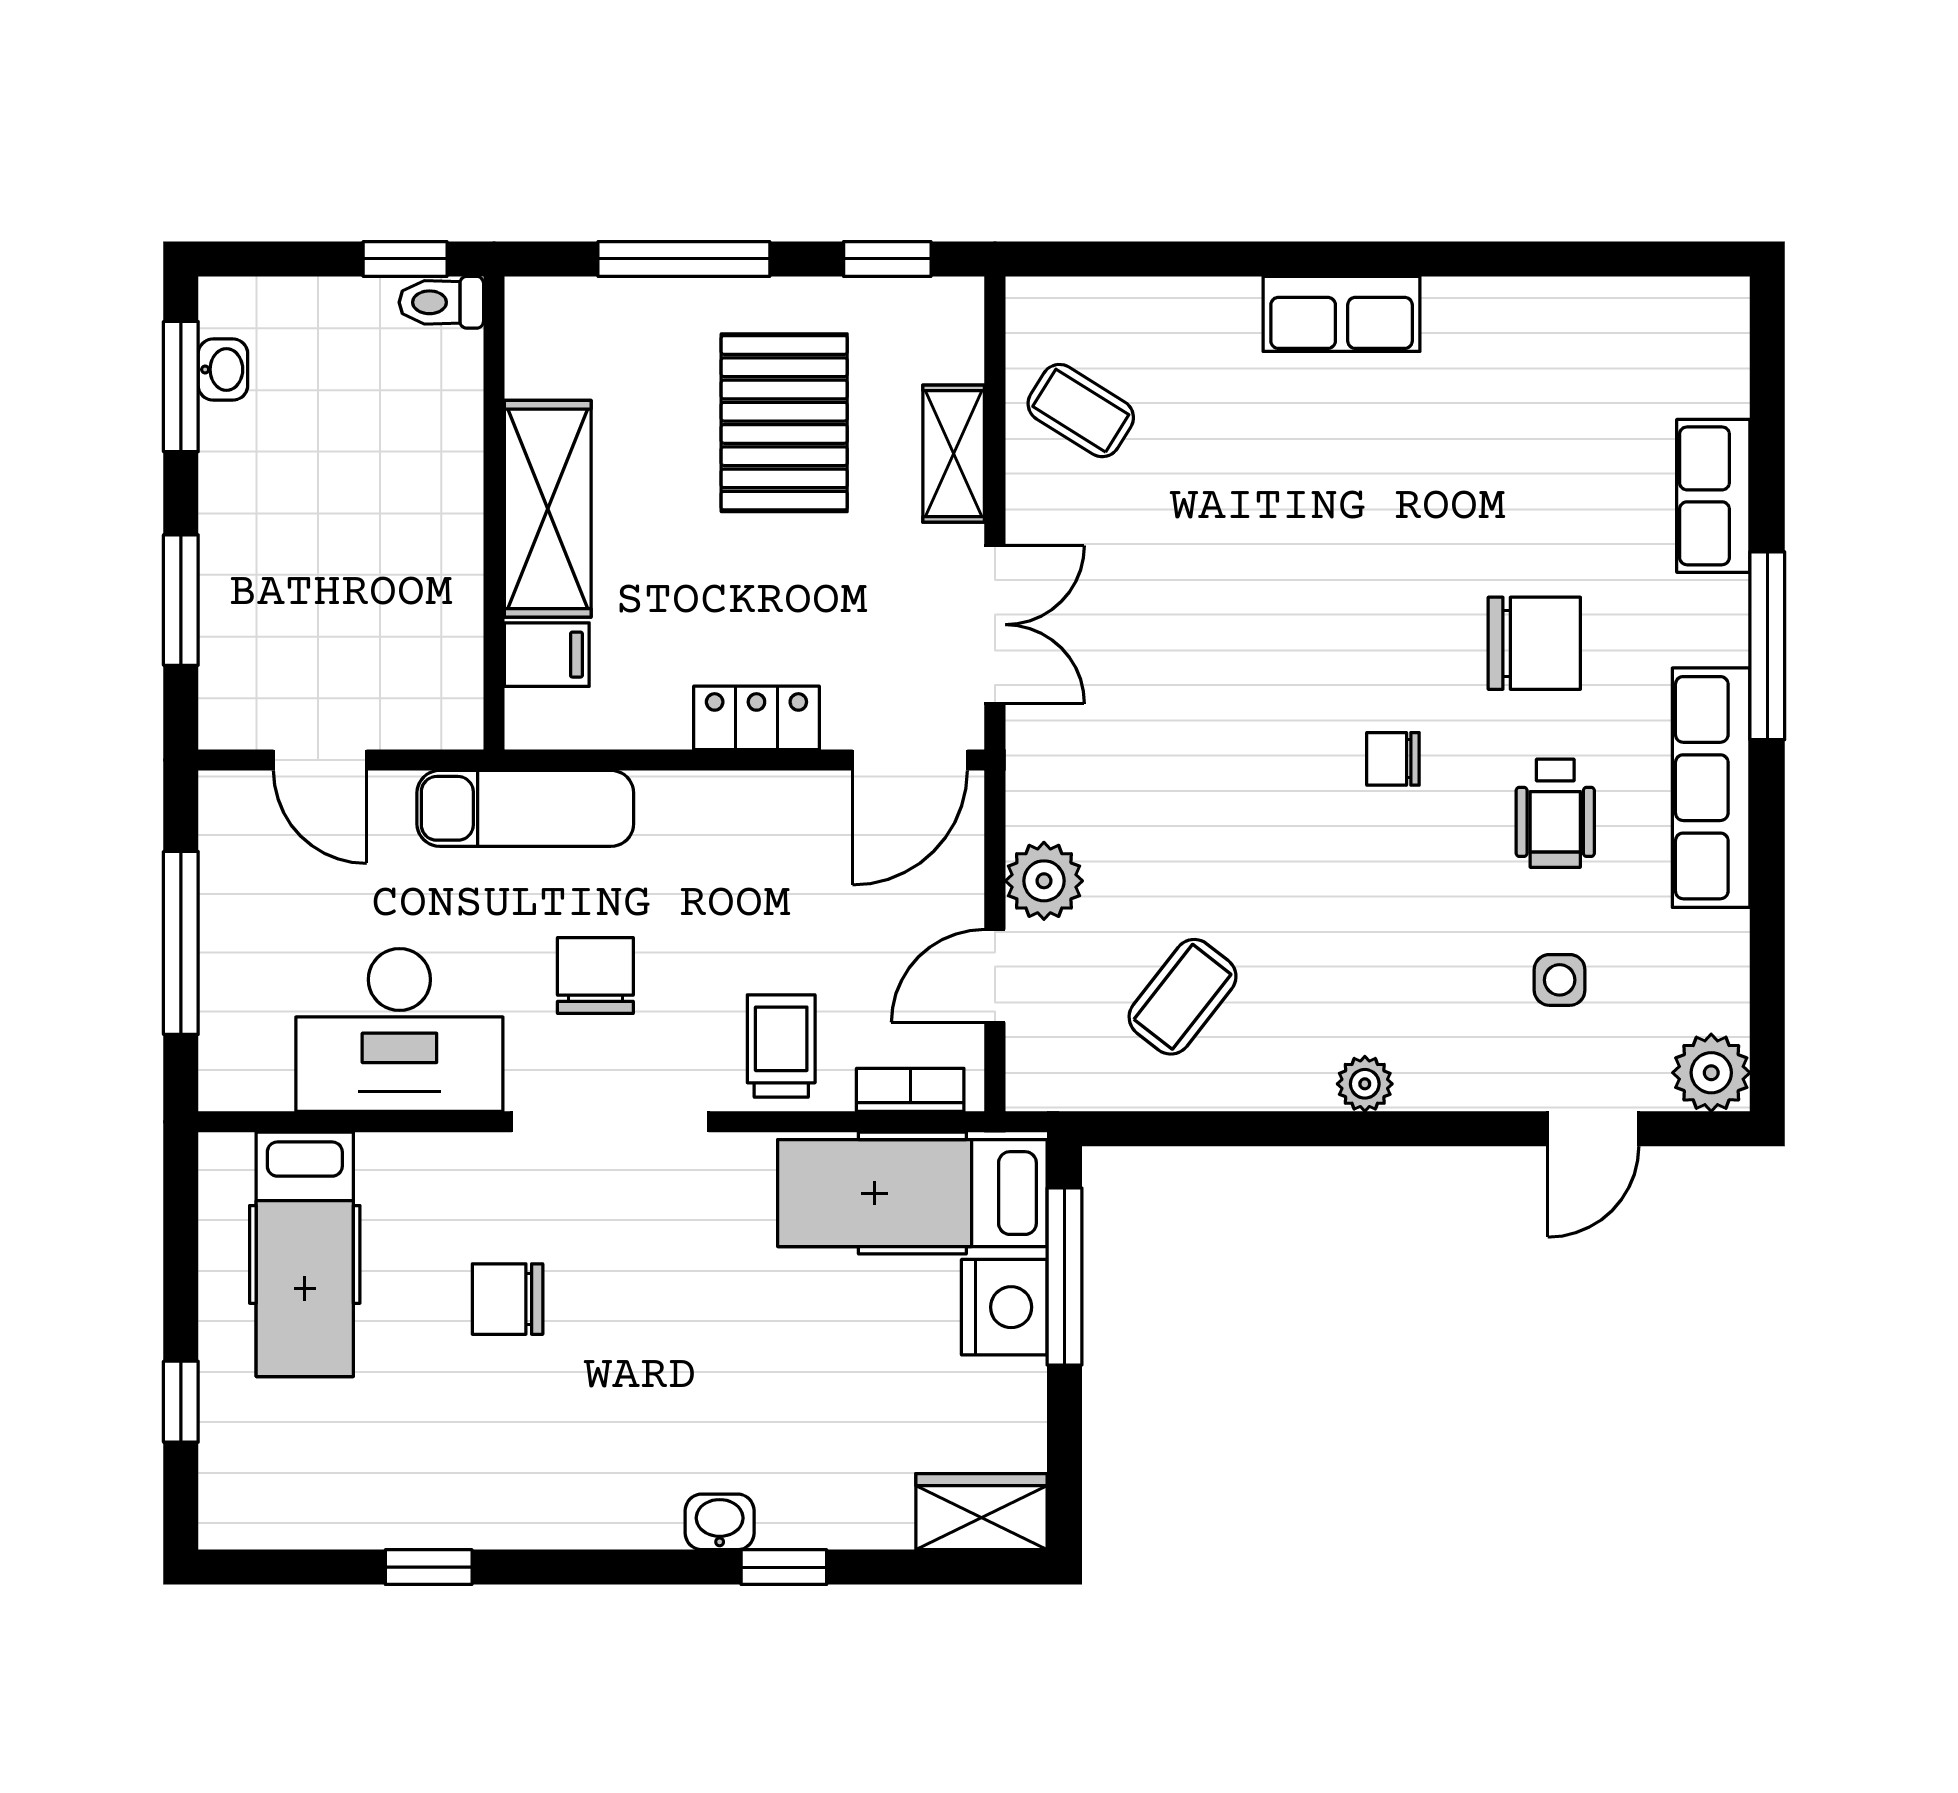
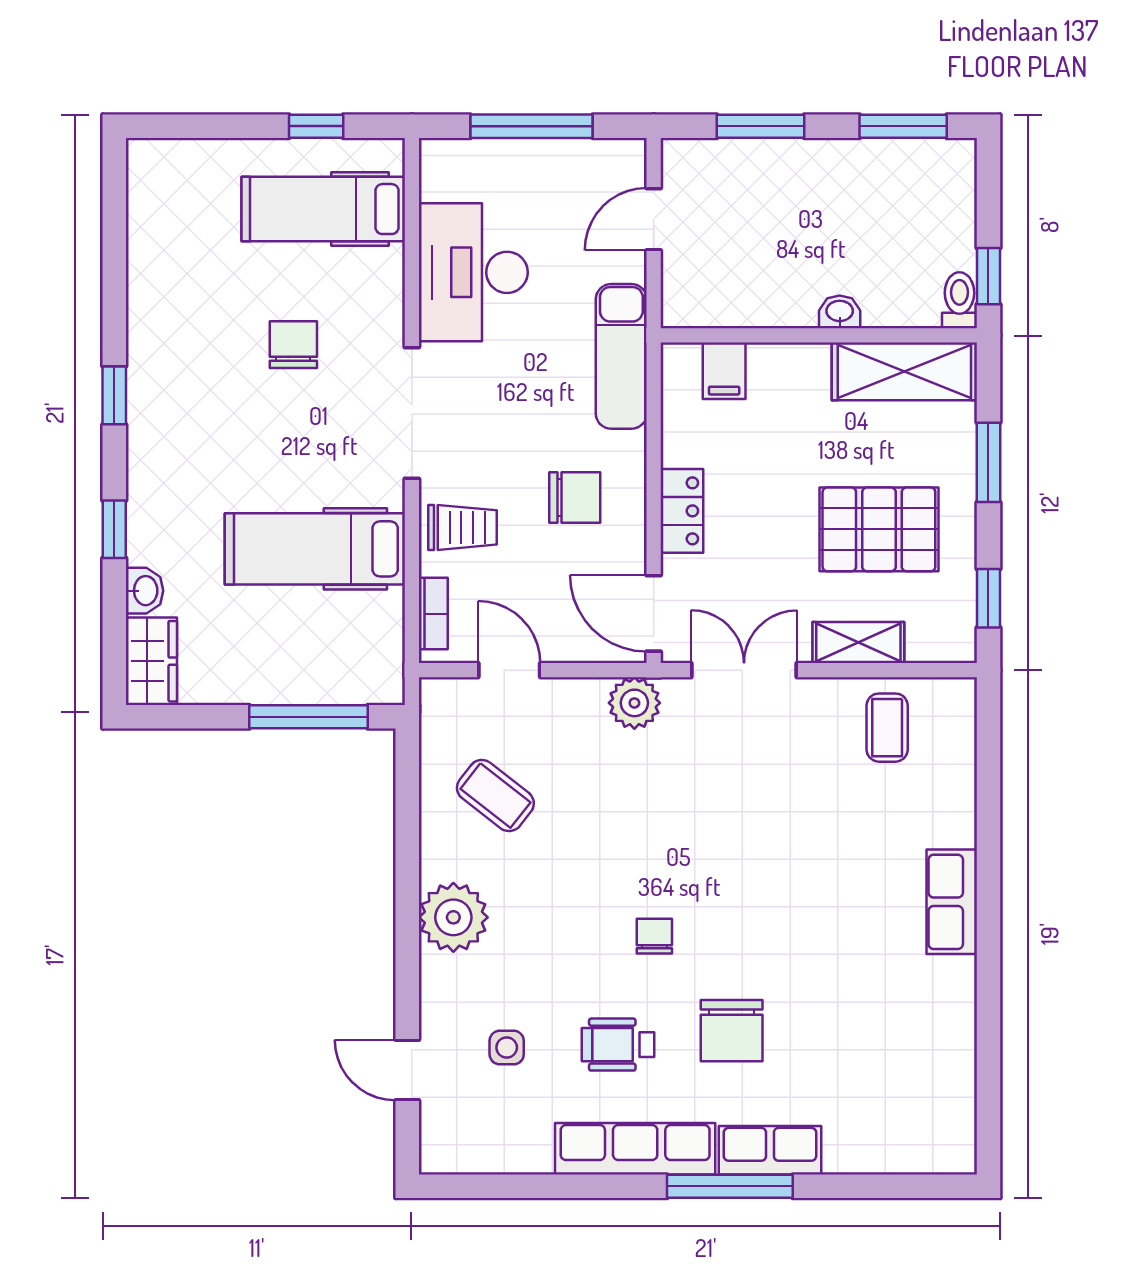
window: (684, 259) -> (988, 462), width x0.69
washbasin: (223, 370) -> (840, 312), moved, turned 180
coffee table: (1081, 411) -> (887, 728), turned -32
row of seats: (1713, 496) -> (770, 1150), moved
shelving: (548, 509) -> (904, 371), moved
double door: (995, 625) -> (744, 670), swing flipped
plant: (1044, 881) -> (634, 703), moved
chair: (595, 975) -> (575, 498), moved
plant: (1711, 1073) -> (445, 1149), removed
plant: (1365, 1084) -> (453, 917), width x1.88, depth x1.88
hospital bed: (912, 1193) -> (315, 549), moved, turned -90
nightstand: (1004, 1307) -> (288, 676), removed
window: (181, 1402) -> (316, 126), moved
washbasin: (720, 1522) -> (145, 591), moved
window: (429, 1567) -> (114, 395), moved

